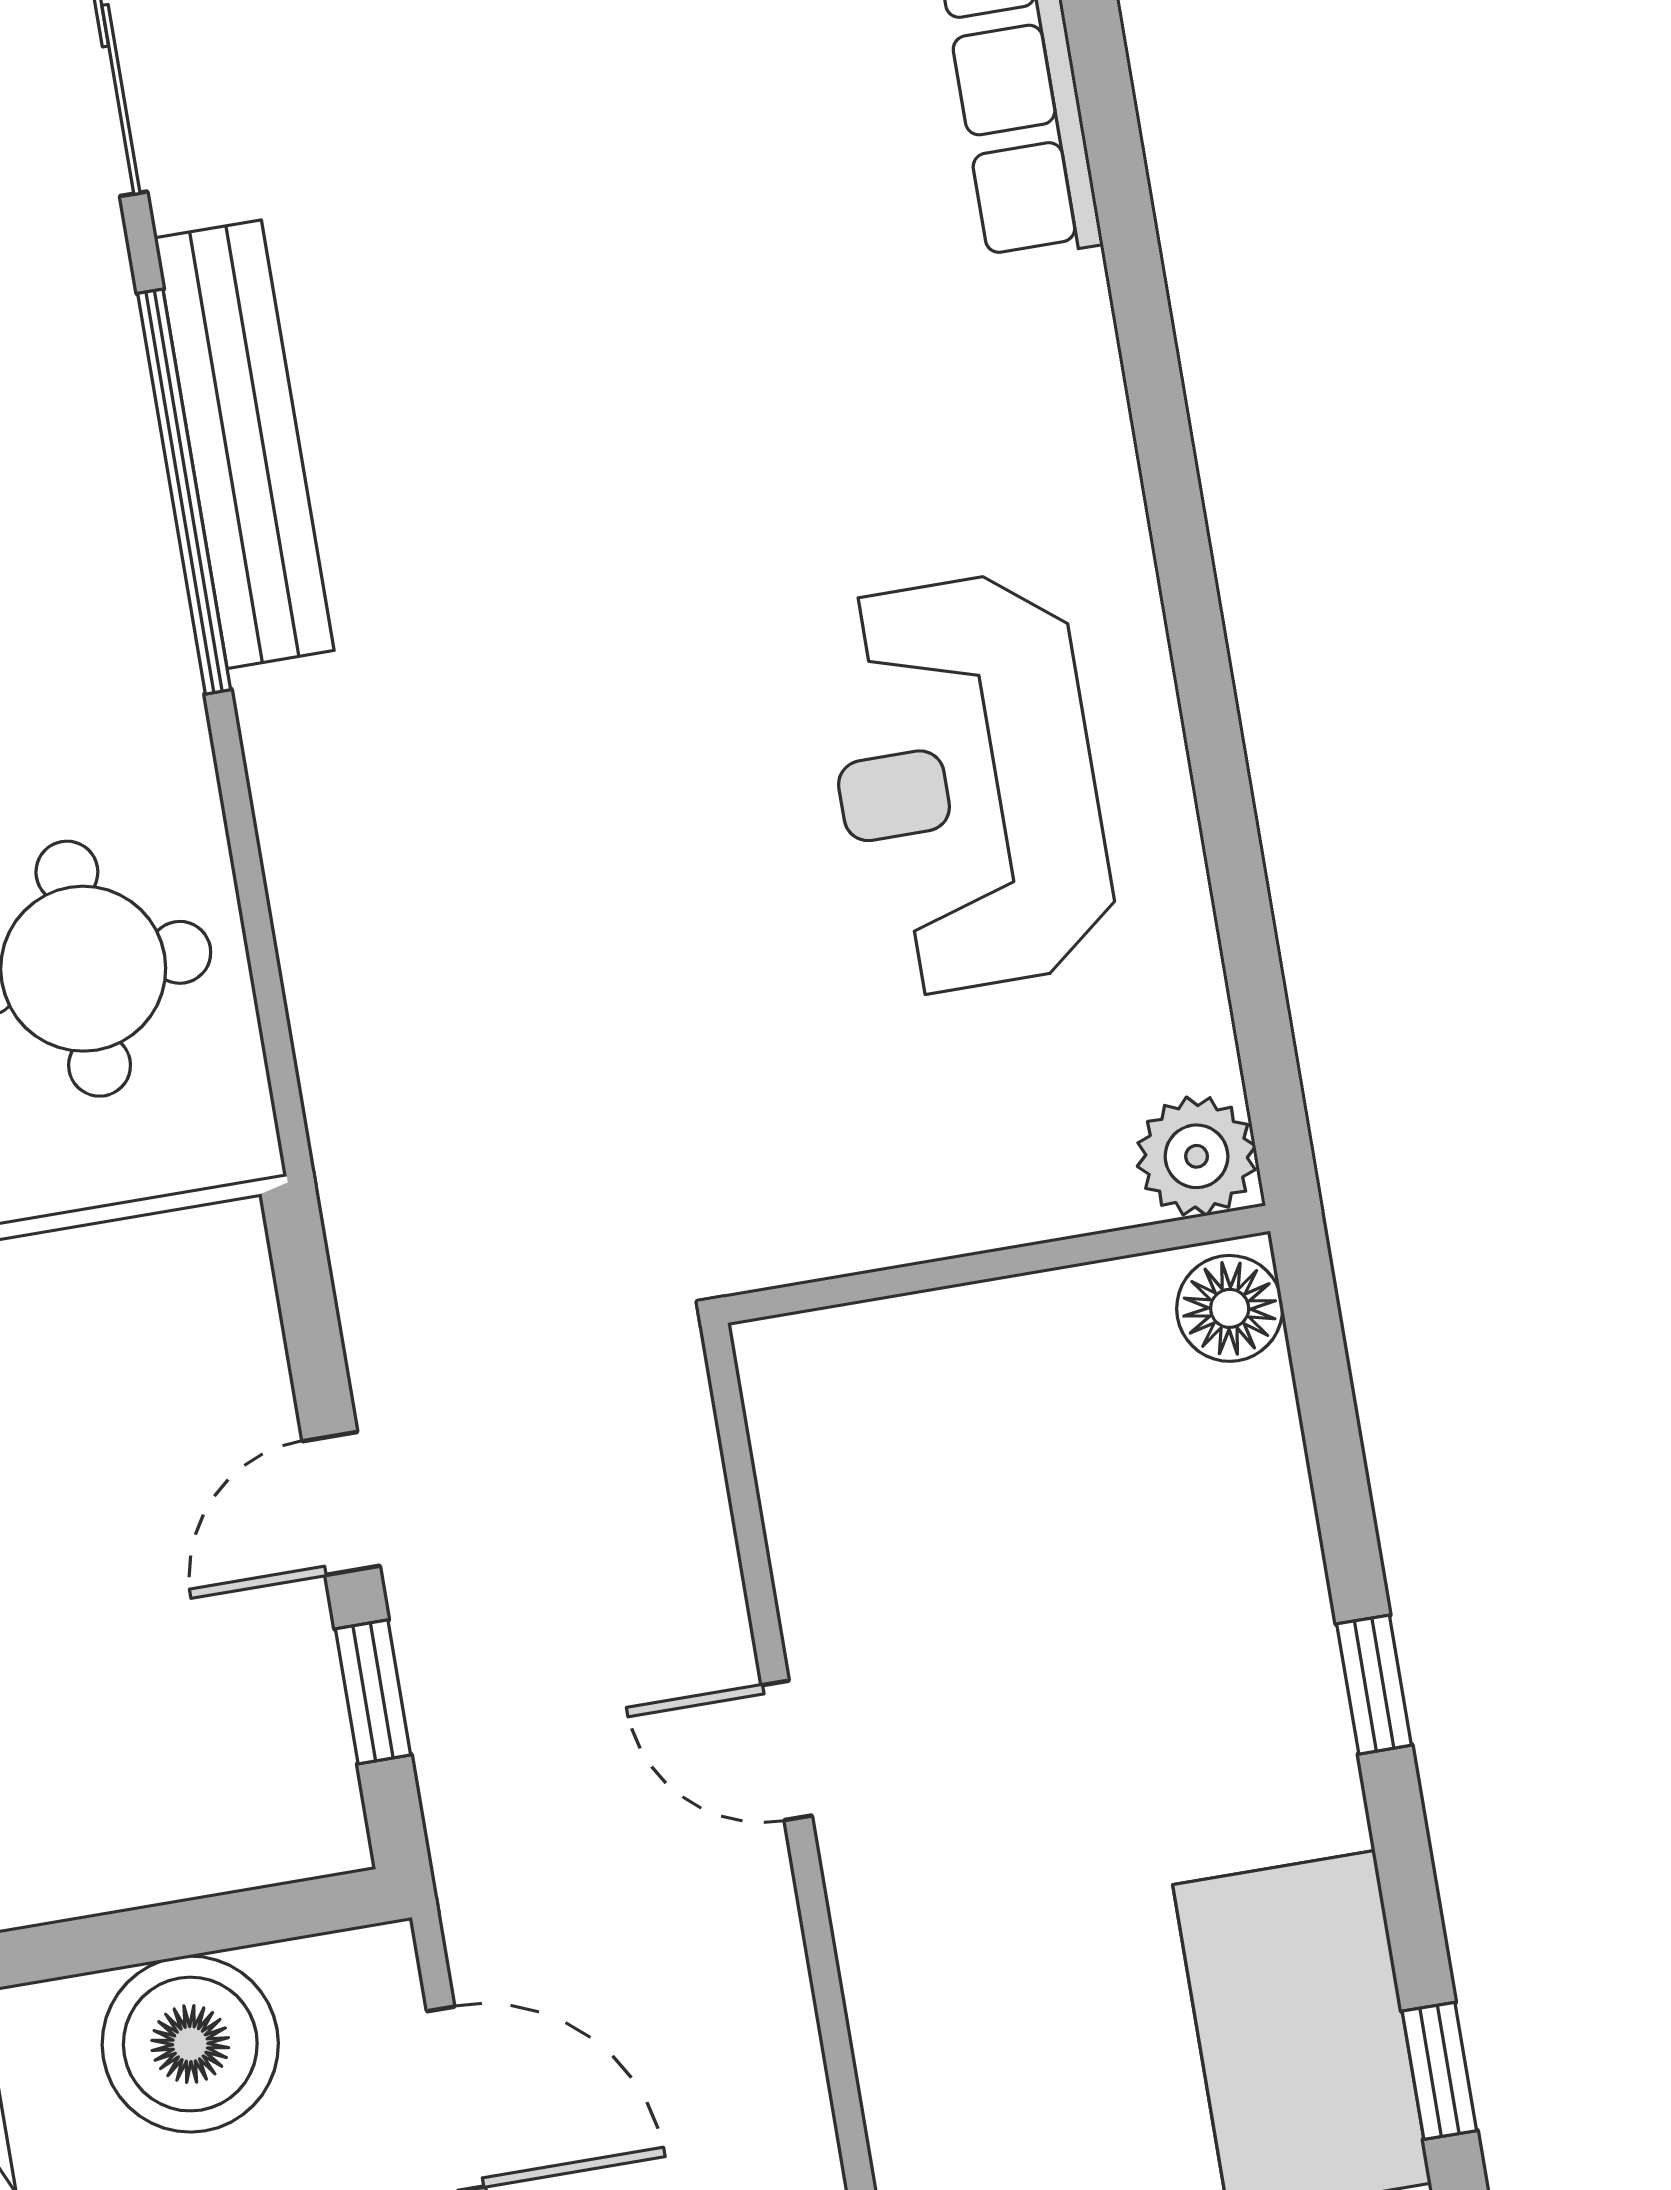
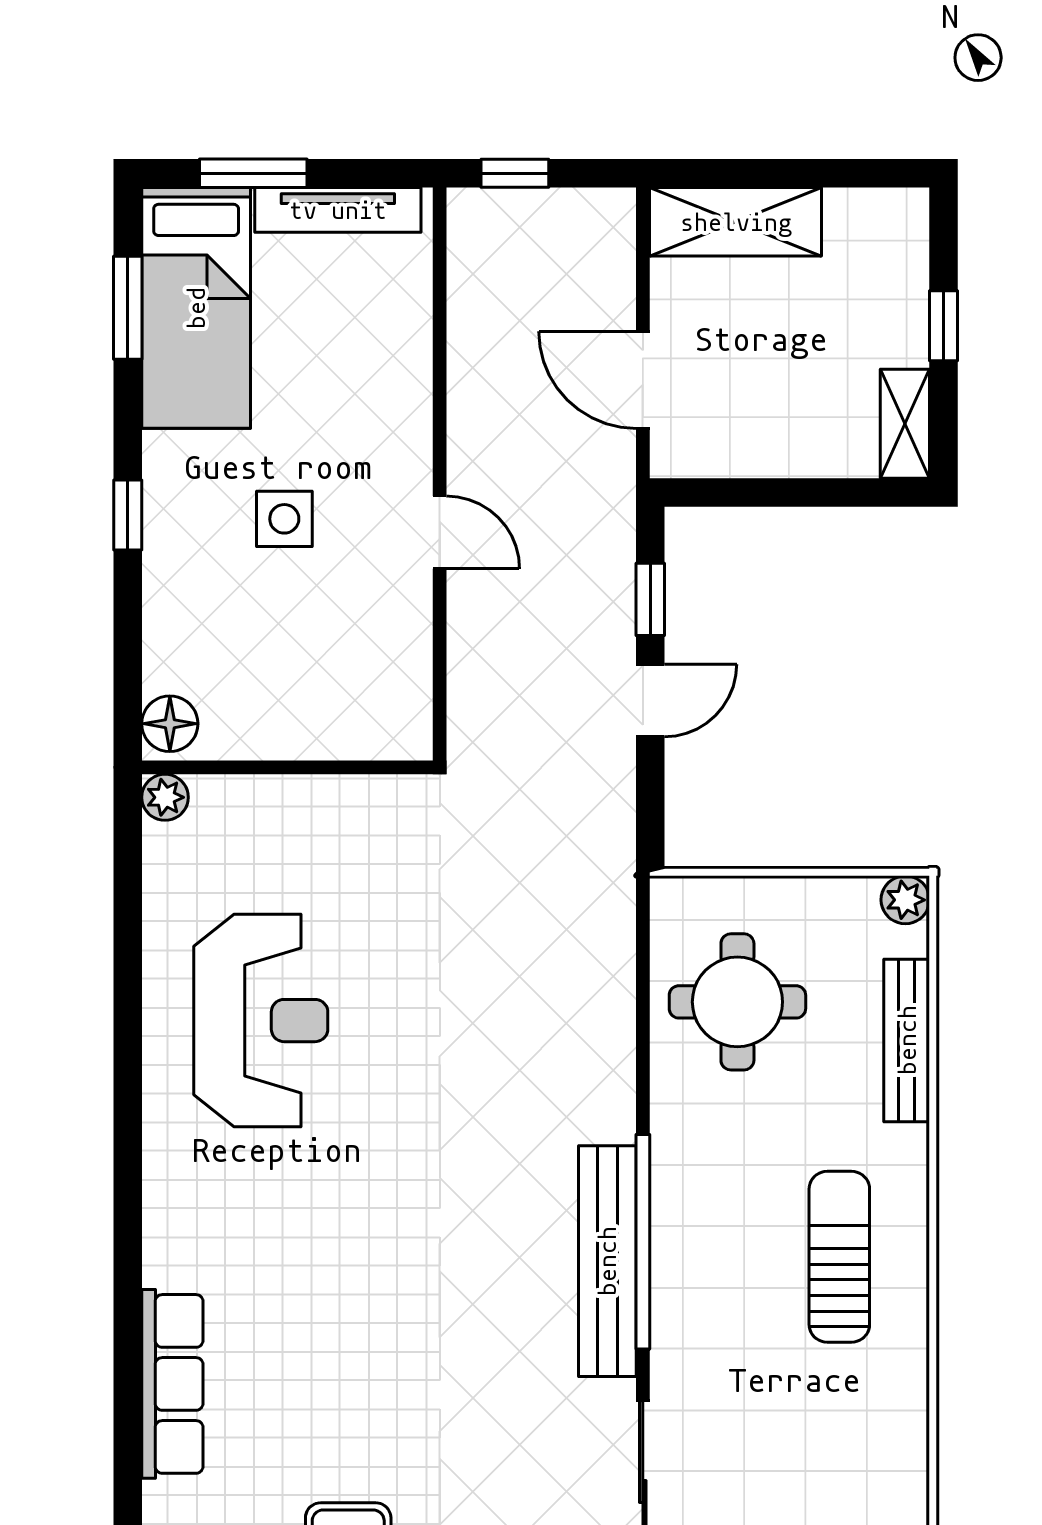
plant: (1197, 1156) -> (165, 797), width x0.73, depth x0.73
side table: (1081, 1727) -> (284, 519), added
boiler: (190, 2044) -> (776, 432), removed
window: (1439, 2071) -> (128, 308), width x1.50

